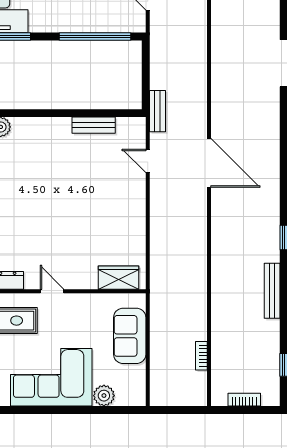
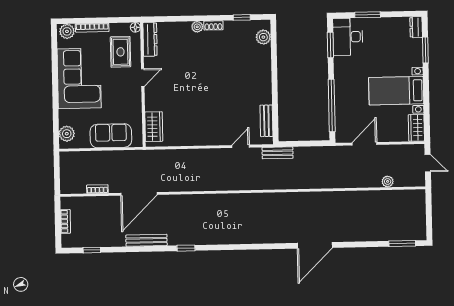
bench: (94, 125) -> (266, 121), moved
door: (209, 163) -> (139, 194), moved
plant: (104, 396) -> (67, 134), moved

